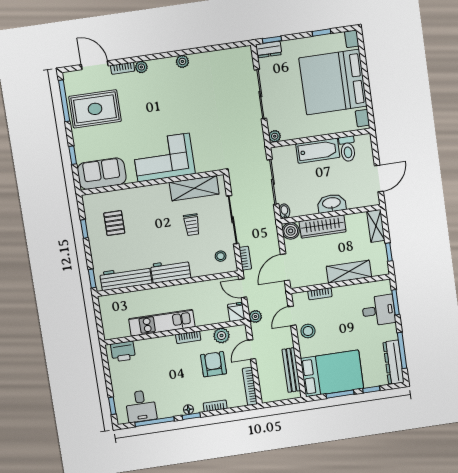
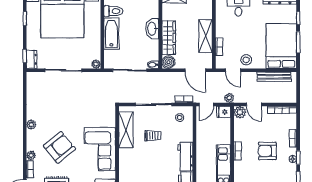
armchair: (158, 104) -> (59, 147), added
shelving: (349, 272) -> (206, 36), moved
plant: (222, 335) -> (240, 112), moved
armchair: (214, 364) -> (267, 151), moved

